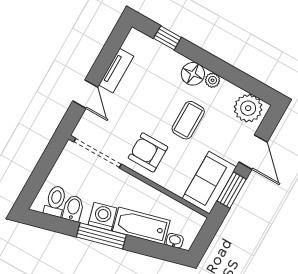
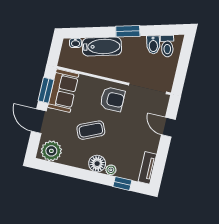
tv unit: (116, 71) -> (147, 168), moved
plant: (213, 80) -> (111, 170), moved
coffee table: (188, 120) -> (91, 130), turned 66
washing machine: (103, 216) -> (131, 45), removed
window: (101, 236) -> (128, 31), width x0.69

